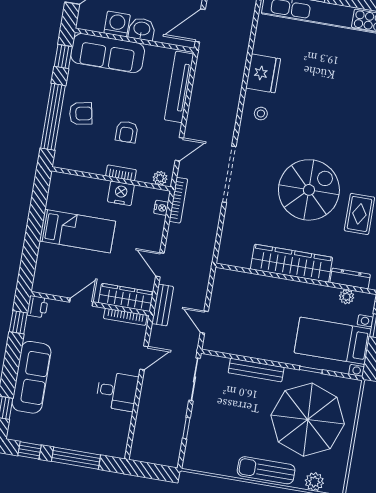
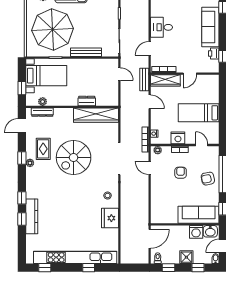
washbasin: (142, 29) -> (210, 231), moved
tv unit: (179, 87) -> (156, 203), removed
door: (179, 149) -> (150, 168), hinge flipped
door: (82, 174) -> (202, 145), added
wardrobe: (292, 263) -> (96, 115), moved
dresser: (269, 285) -> (87, 101), added
printer: (37, 307) -> (214, 53), moved

